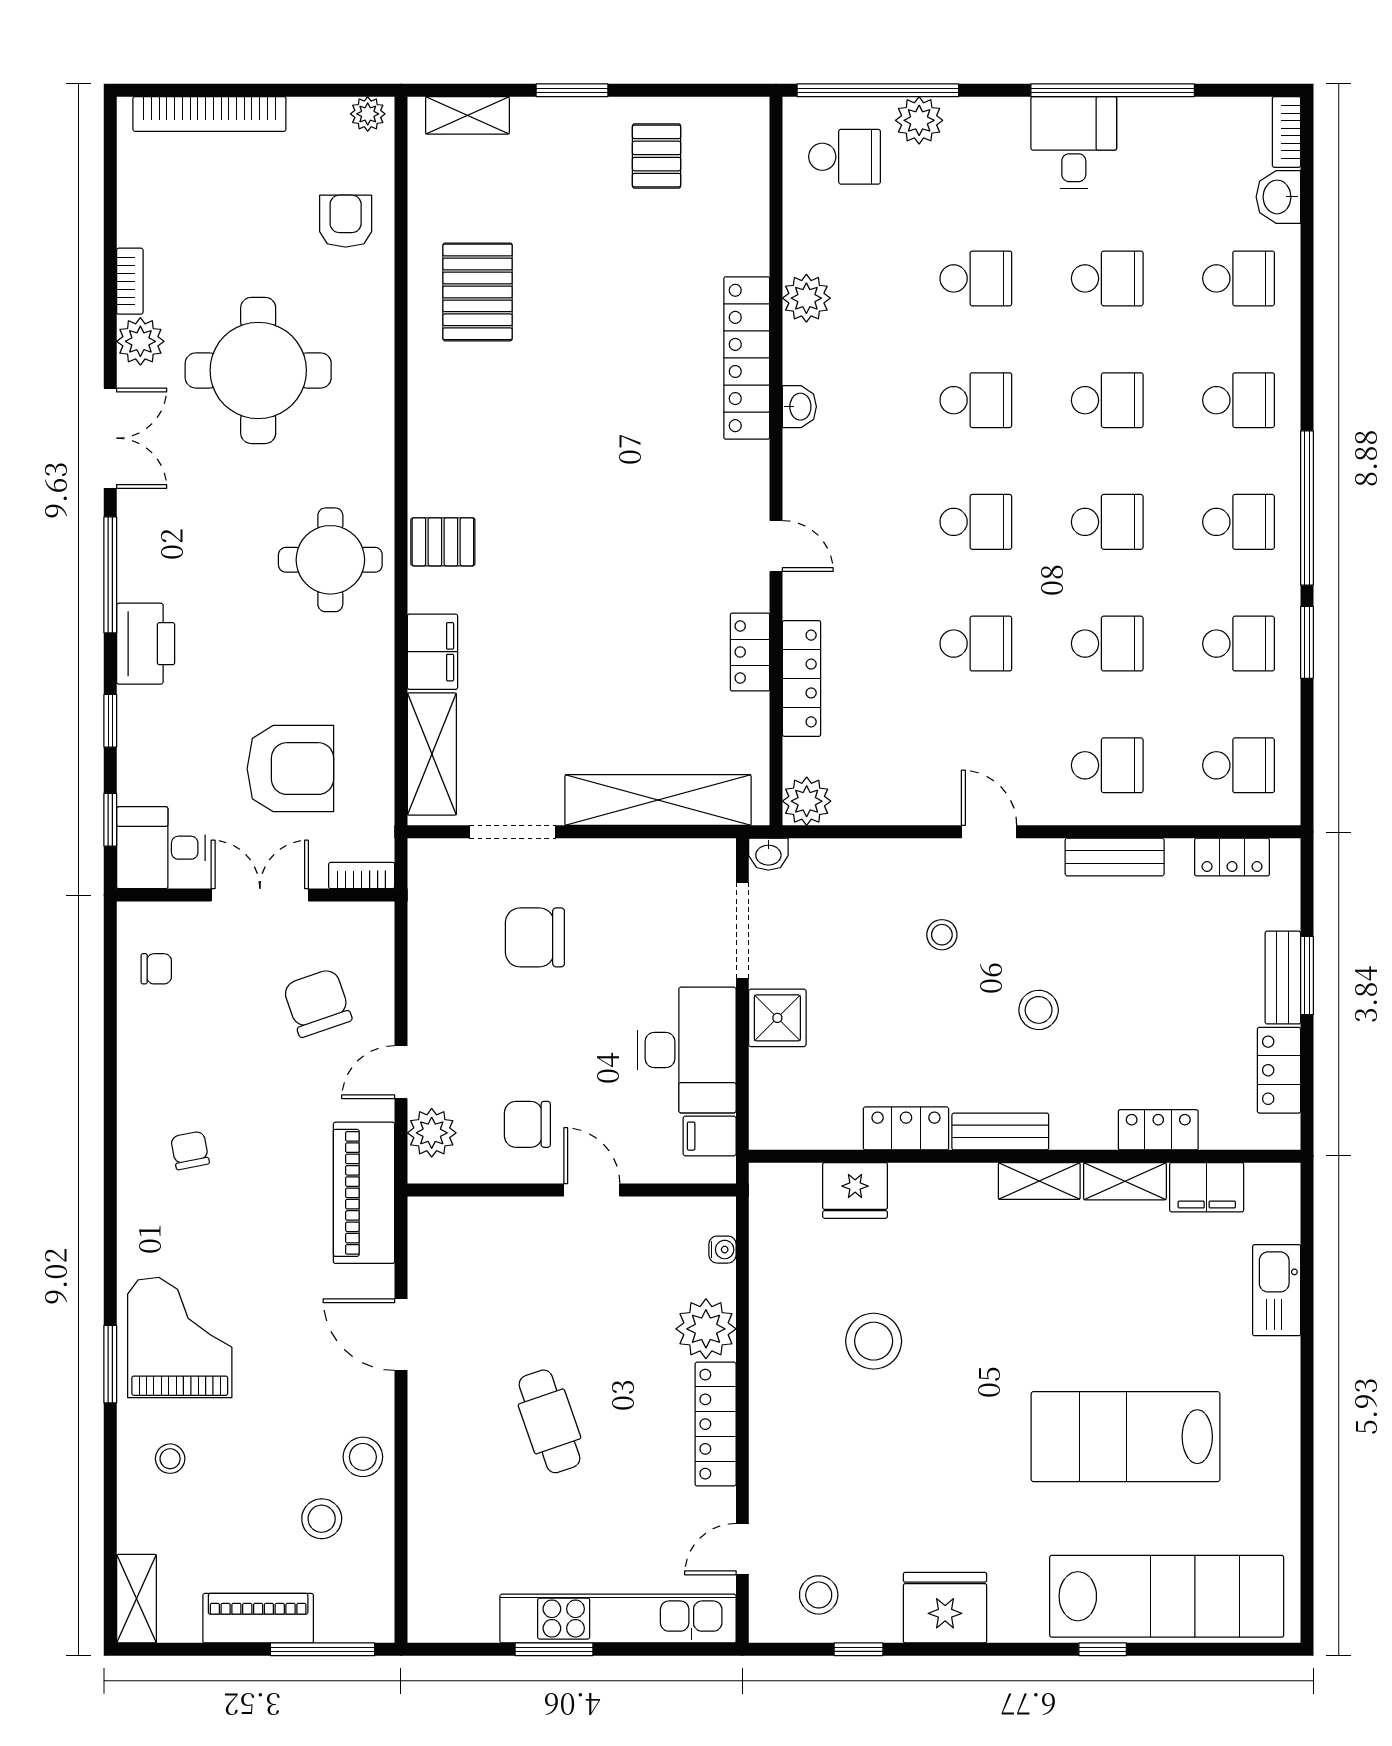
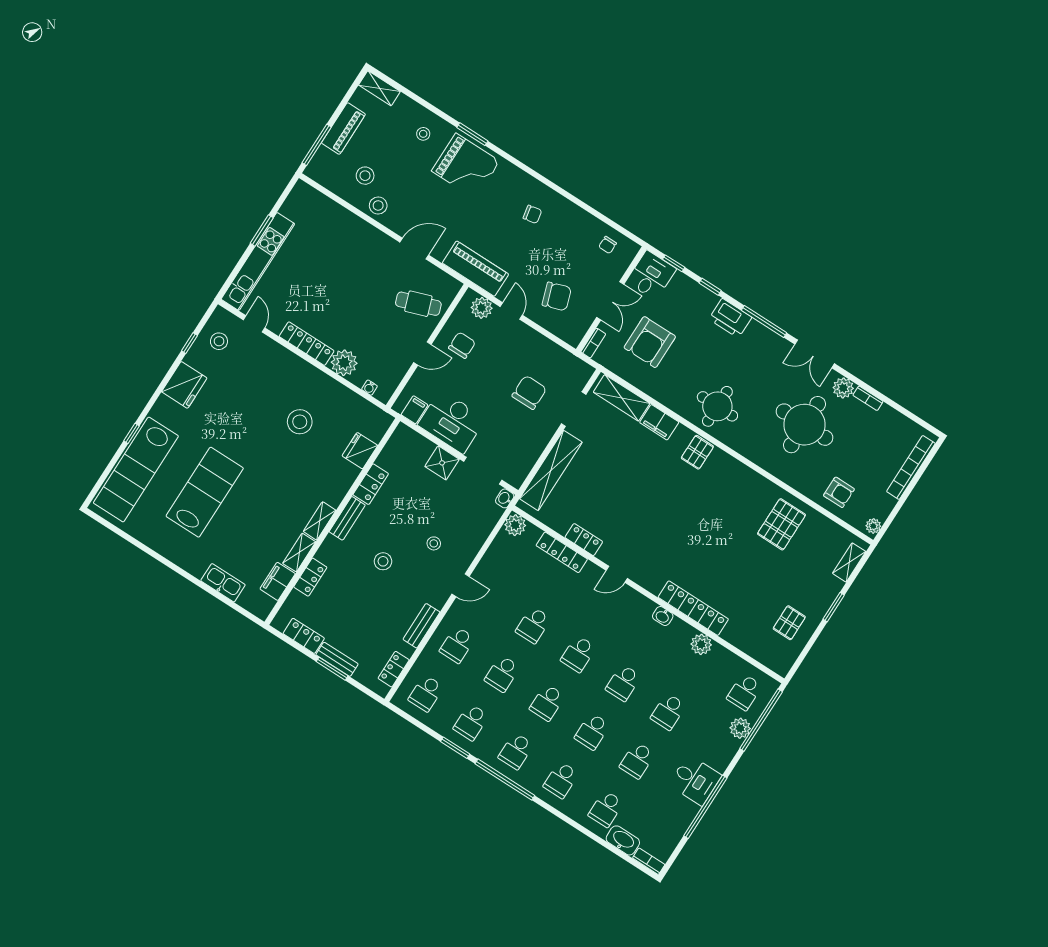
pallet: (657, 156) -> (789, 623), turned 90
washbasin: (1278, 197) -> (623, 840), width x1.38
pallet: (478, 292) -> (781, 524), turned 90
cafe table: (549, 1421) -> (418, 304), moved

